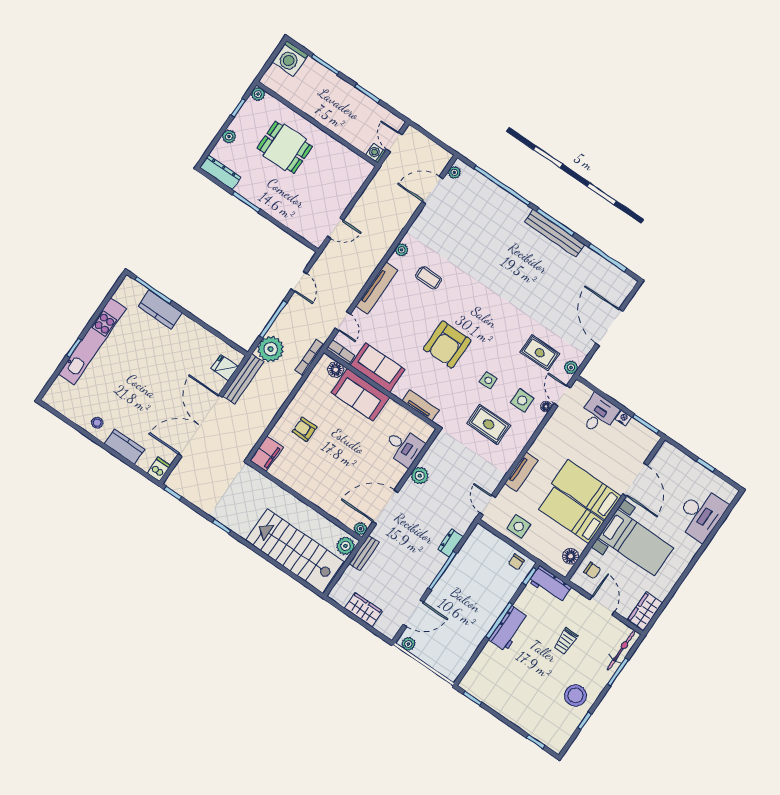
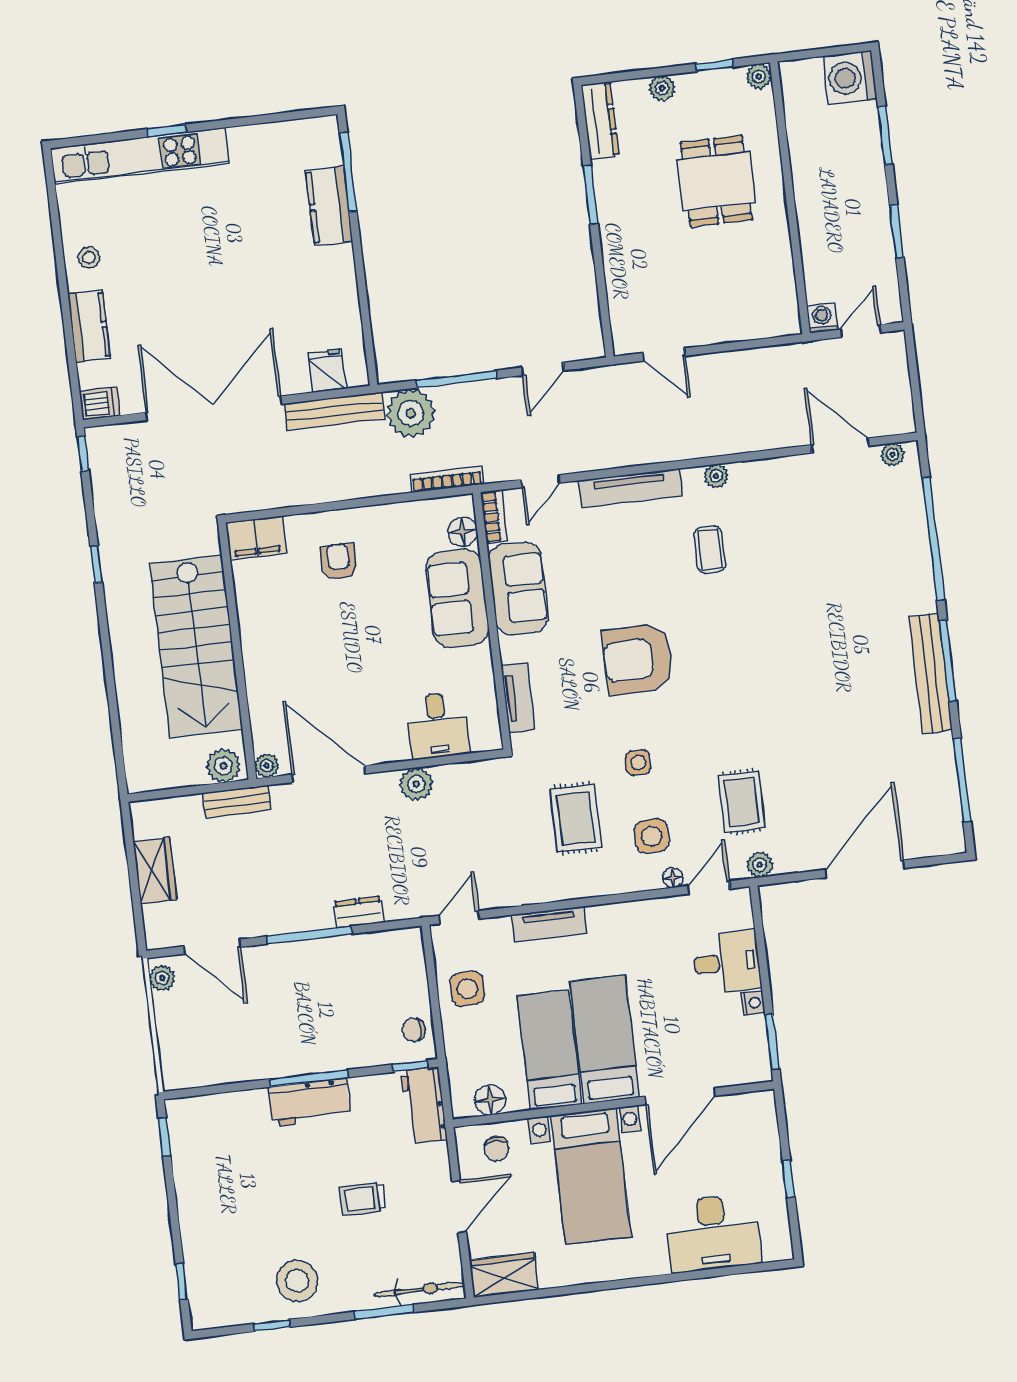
kitchen unit: (92, 341) -> (140, 156), moved
stairs: (295, 551) -> (196, 646), moved, turned 180

